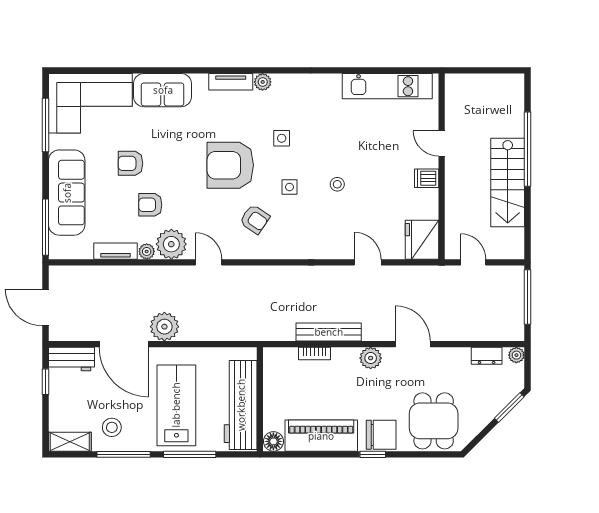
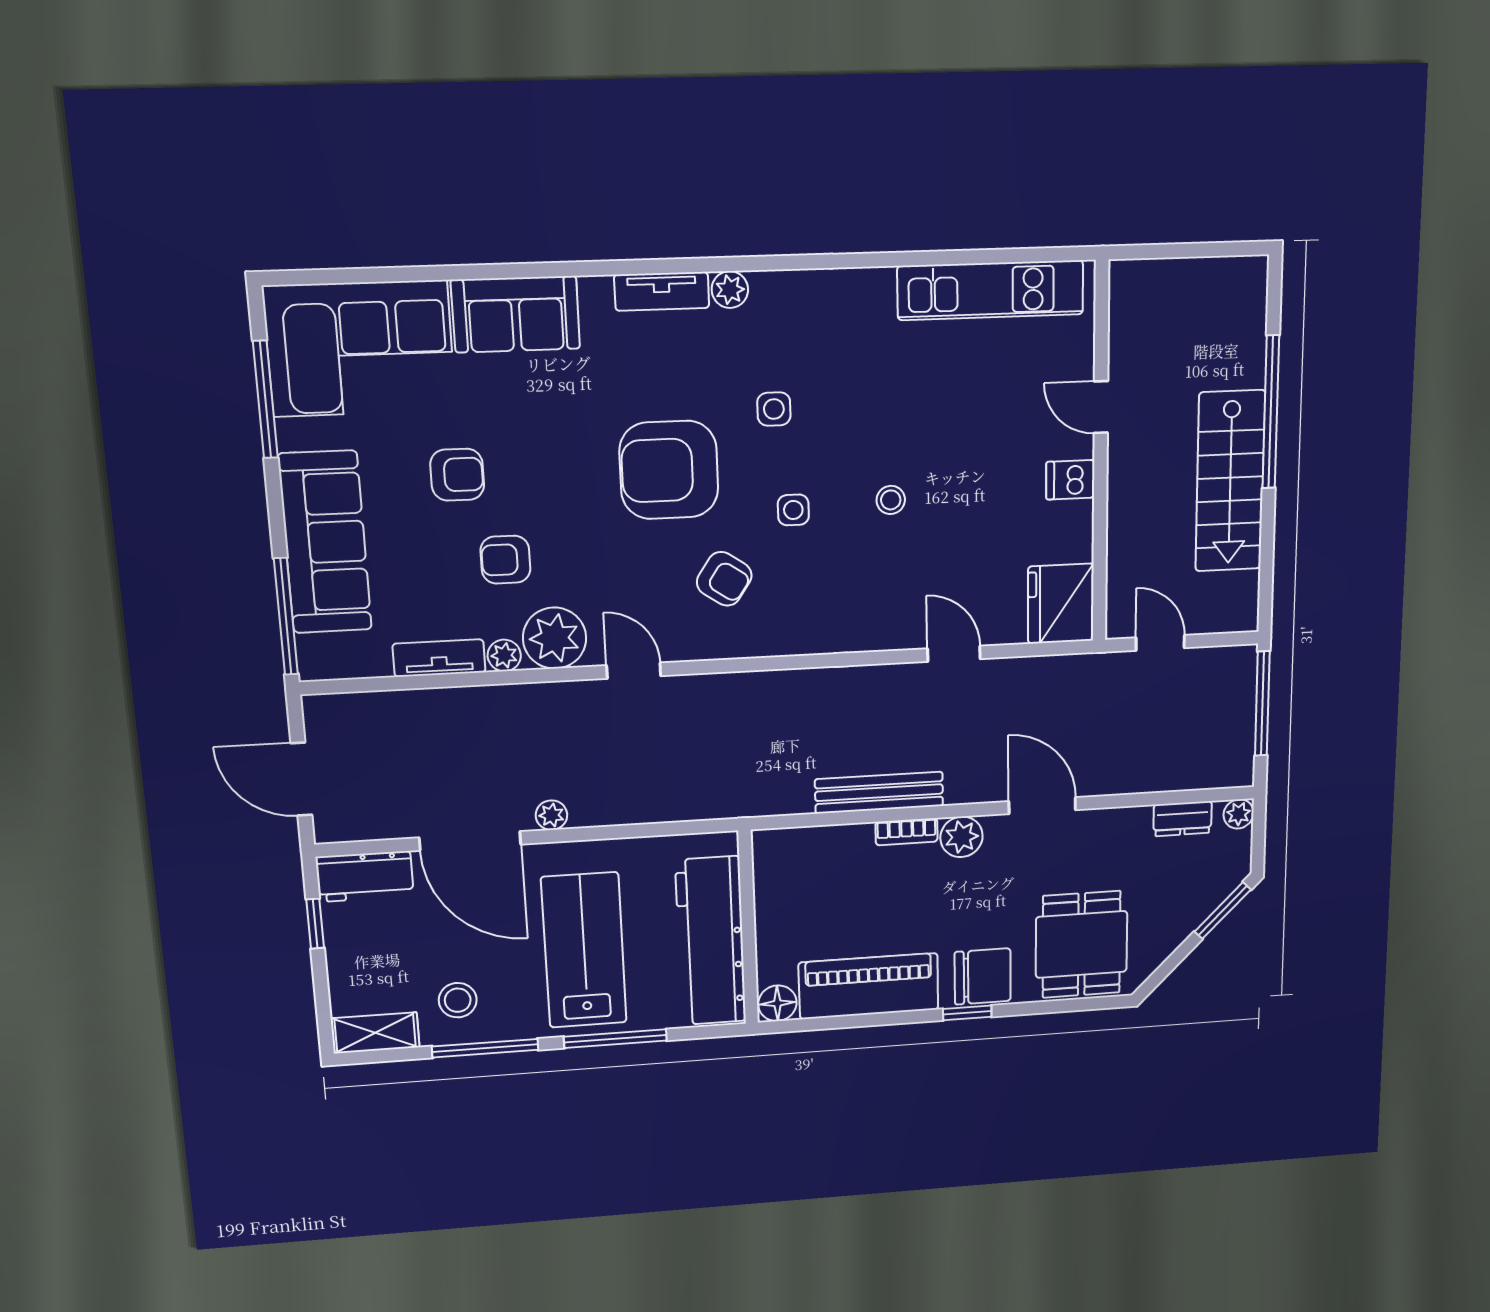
armchair: (130, 163) -> (457, 475), turned 180
plant: (164, 327) -> (551, 815), width x0.53, depth x0.53
bookcase: (314, 353) -> (907, 832), moved

